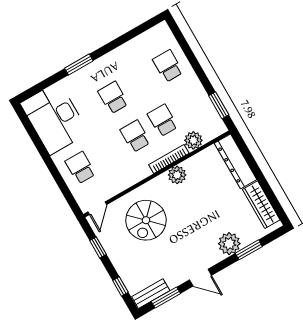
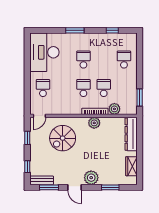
window: (129, 35) -> (112, 30), added
wardrobe: (261, 205) -> (131, 166), width x0.67
plant: (229, 244) -> (91, 178), moved

